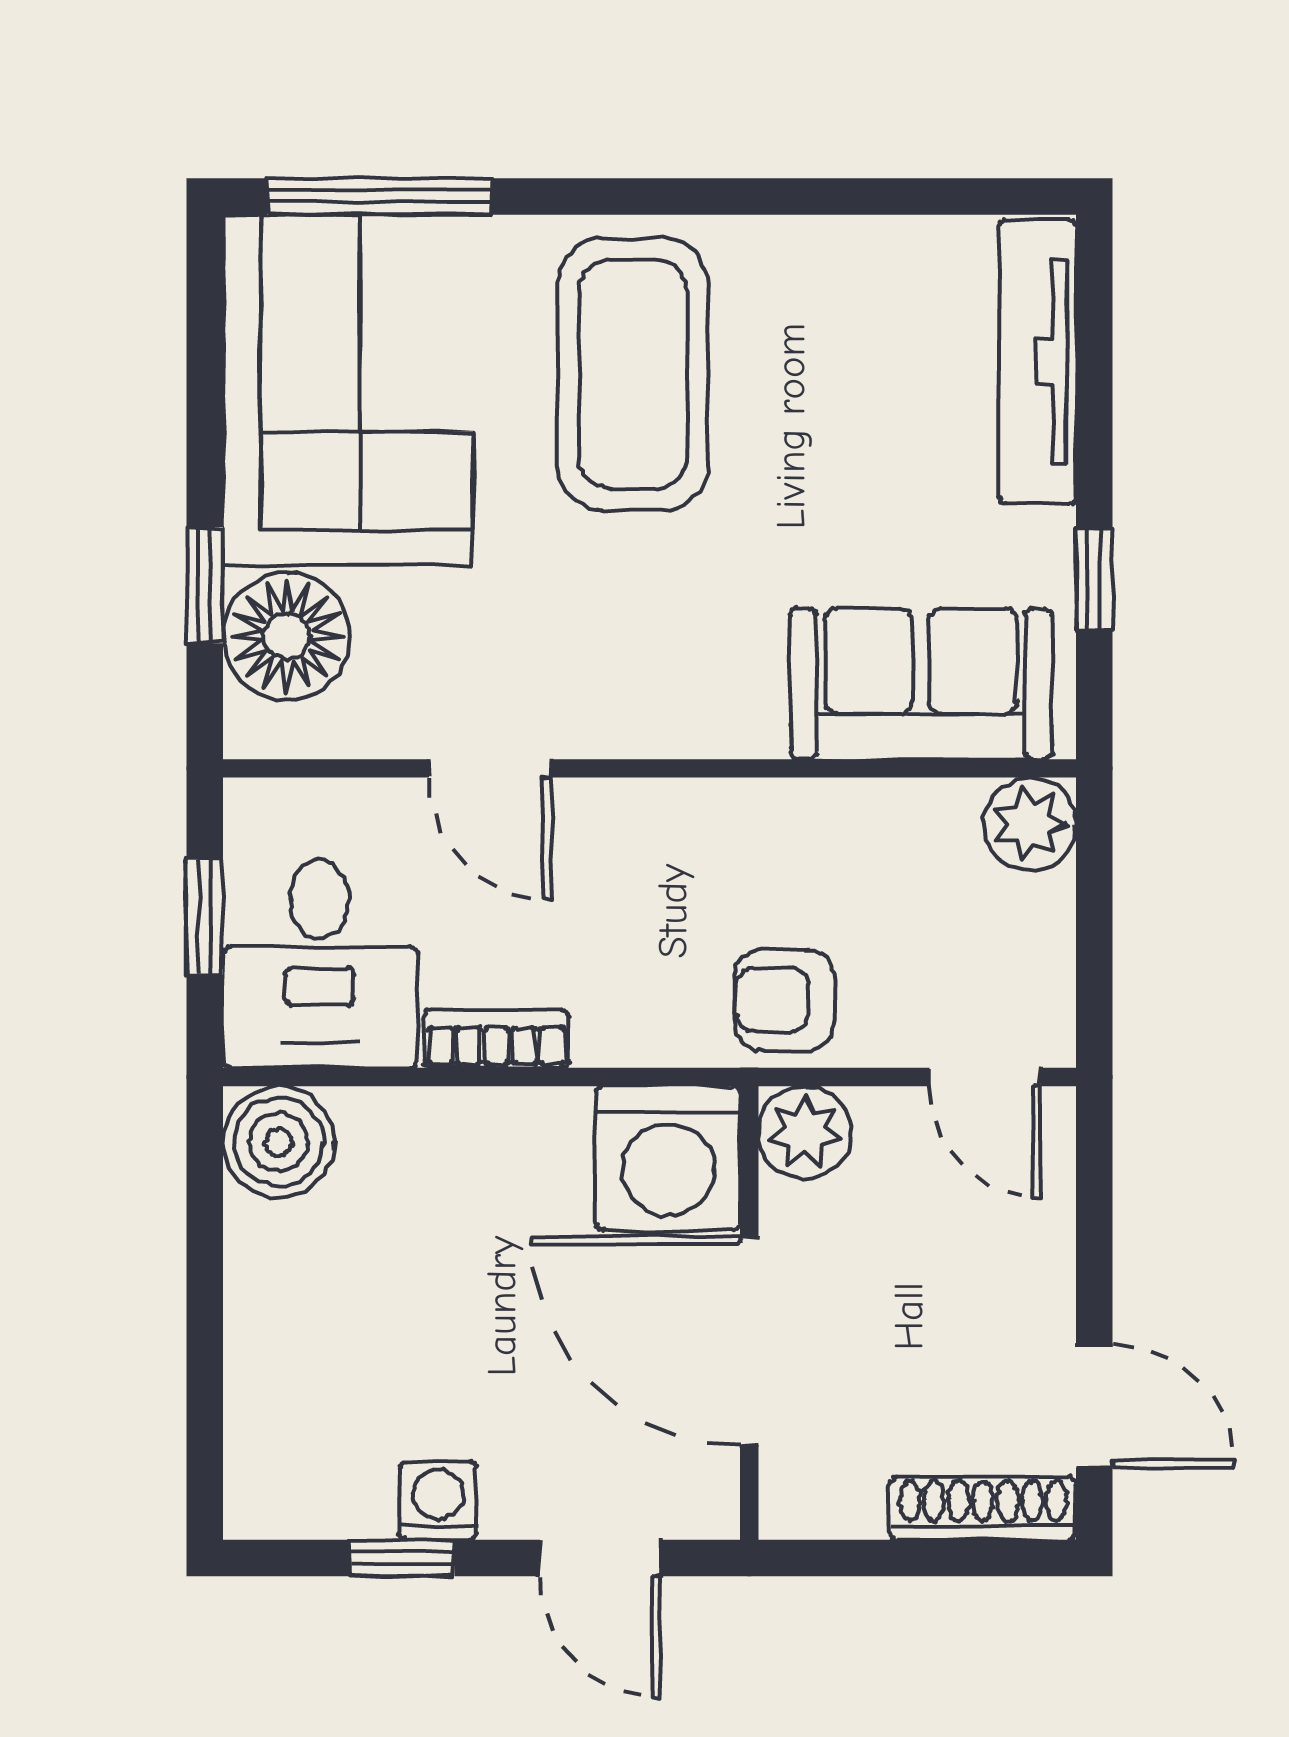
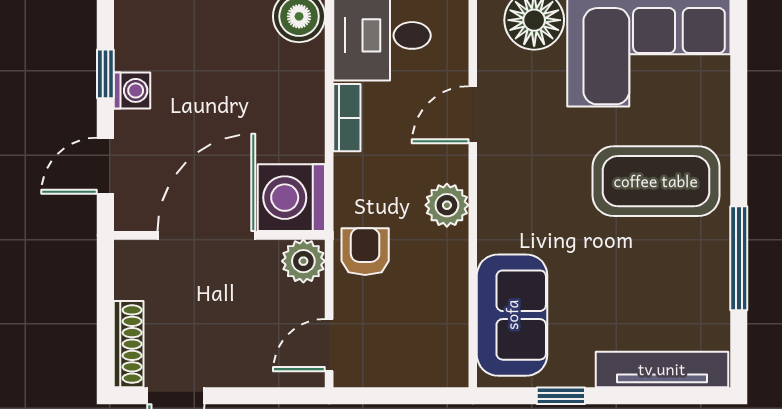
window: (379, 197) -> (739, 258), moved
plant: (1030, 824) -> (447, 205), moved

